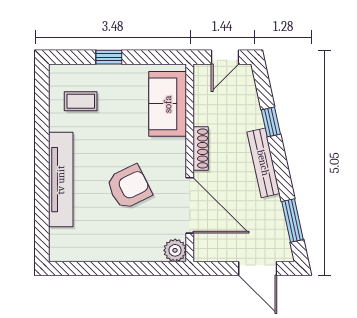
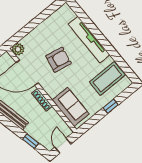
coffee table: (81, 101) -> (107, 79), width x1.86, depth x1.72
window: (271, 122) -> (31, 141), moved
armchair: (129, 187) -> (58, 60), turned -143

